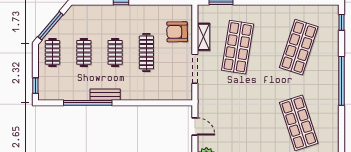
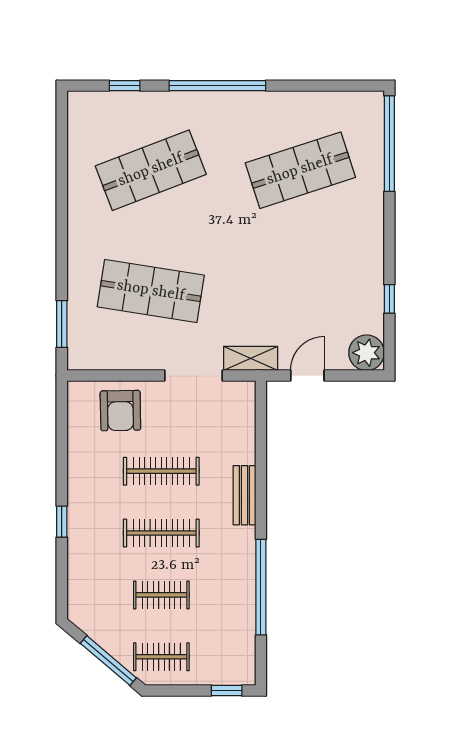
window: (341, 22) -> (125, 86), moved
shelving: (204, 37) -> (251, 358), moved
shop shelf: (299, 47) -> (151, 170), turned -39
clothes rail: (115, 52) -> (161, 533), width x1.36
bench: (105, 95) -> (244, 495), moved

